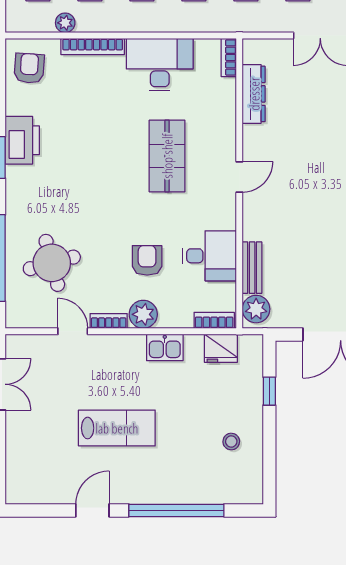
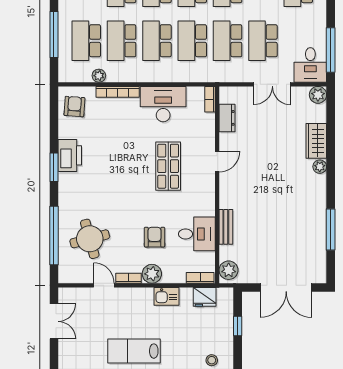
dresser: (254, 94) -> (227, 118), width x0.70
door: (239, 177) -> (217, 162), moved
bench: (252, 268) -> (226, 227), moved
lab bench: (117, 428) -> (134, 351), turned 180

